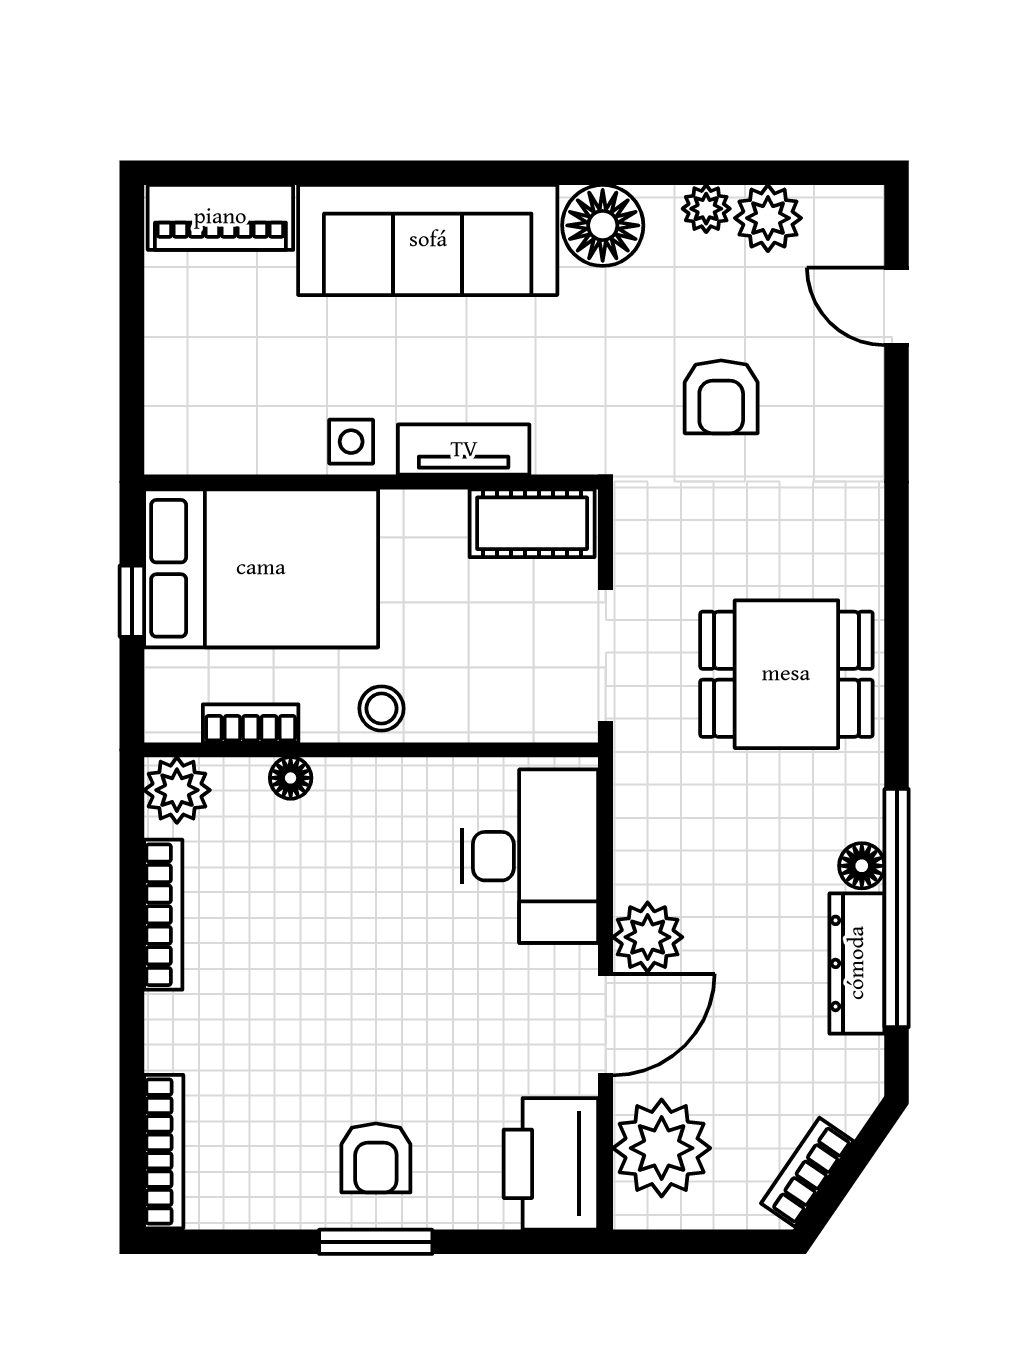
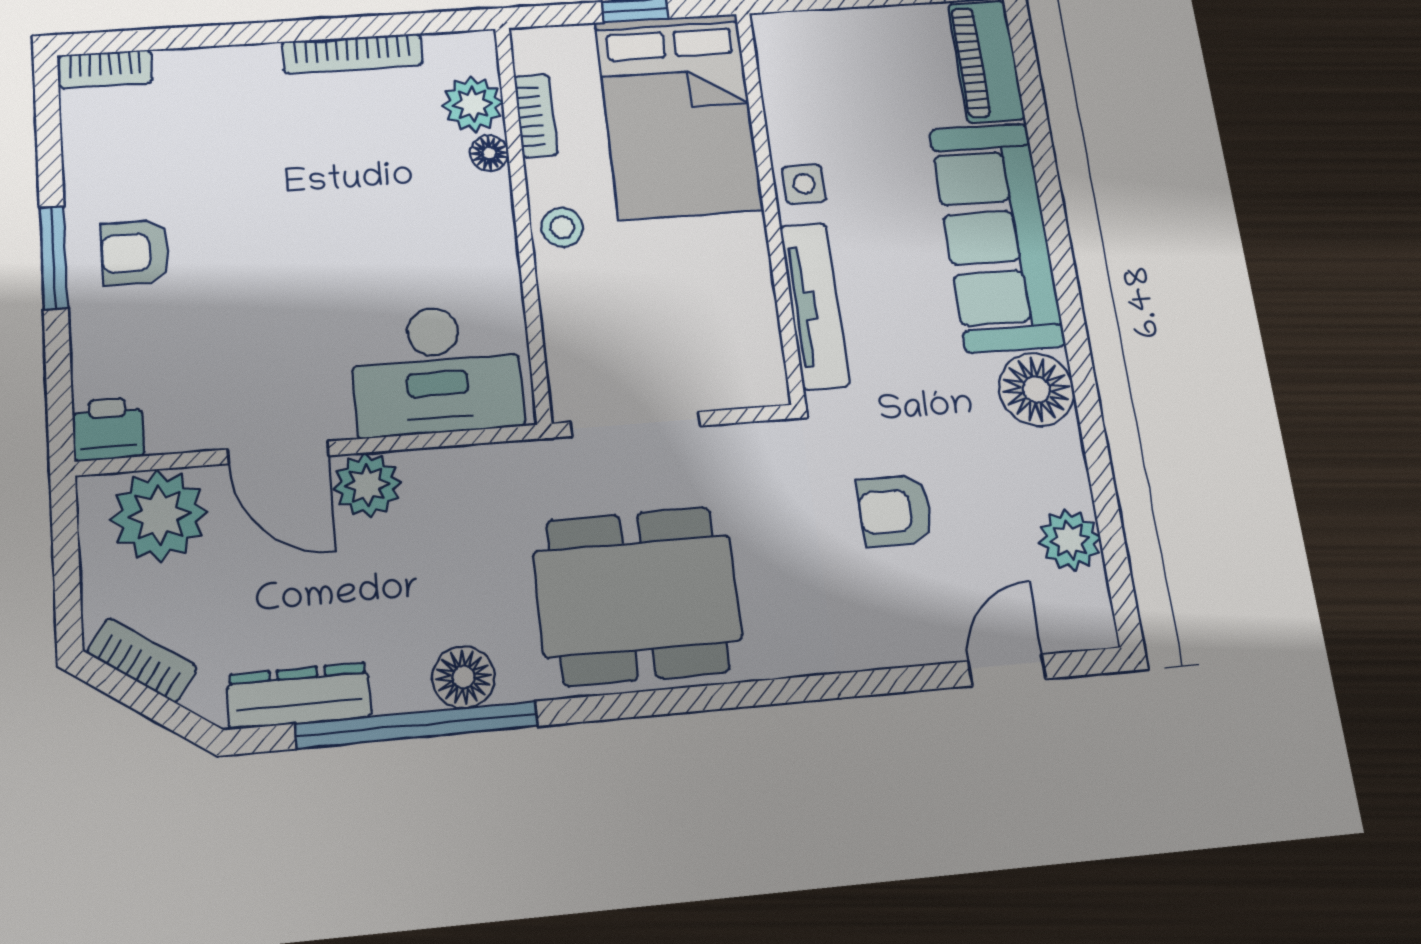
plant: (706, 209) -> (1068, 482), removed
tv unit: (464, 450) -> (814, 306), width x1.41
cot: (532, 523) -> (751, 348), removed
dining table: (786, 674) -> (637, 596), width x1.38
plant: (177, 790) -> (473, 104), moved
floor lamp: (862, 866) -> (464, 677), width x1.37, depth x1.37
dresser: (857, 963) -> (299, 696), moved
bookcase: (164, 1152) -> (105, 69), width x0.64
printer: (551, 1164) -> (108, 429), width x0.53, depth x0.68

